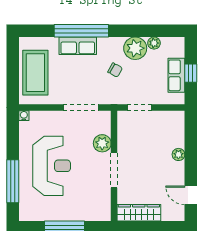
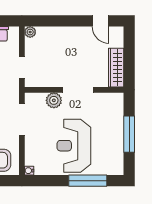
plant: (178, 154) -> (30, 32), moved
reception desk: (52, 166) -> (74, 146), turned -90
door: (191, 195) -> (101, 21), hinge flipped

